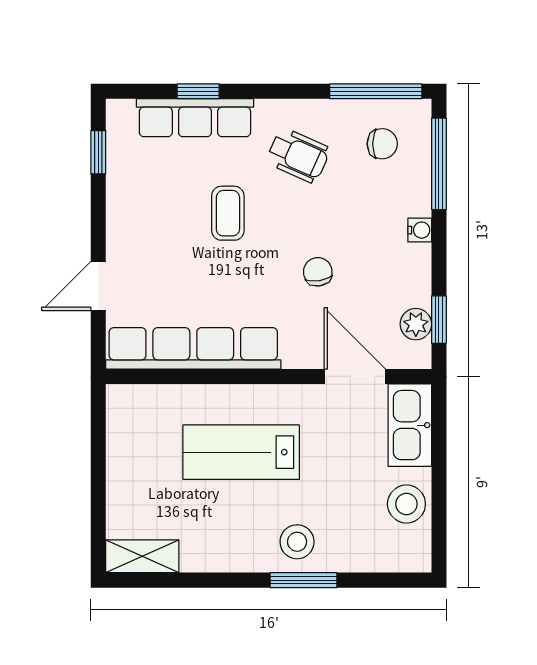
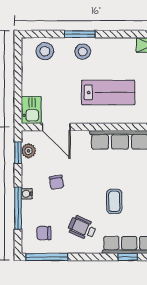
window: (439, 164) -> (18, 208), moved
chair: (318, 272) -> (57, 182), moved
kitchen sink: (410, 425) -> (31, 110), width x0.73
stool: (406, 504) -> (45, 51), moved

